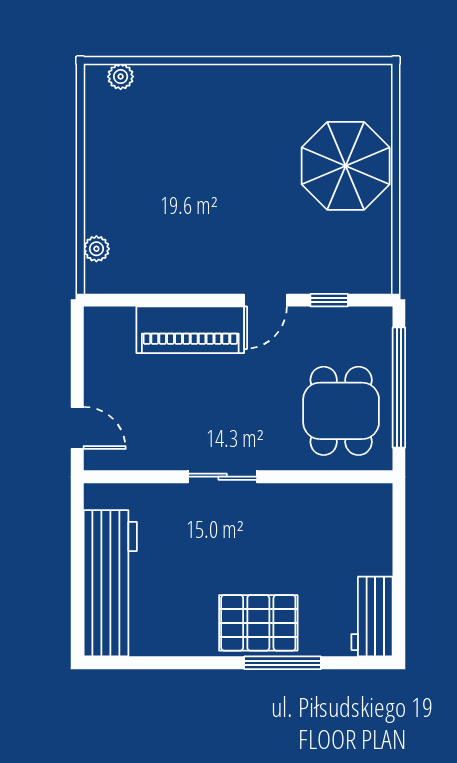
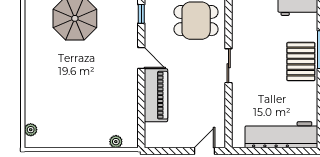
window: (329, 300) -> (141, 14), moved
sliding door: (223, 477) -> (229, 66), moved

